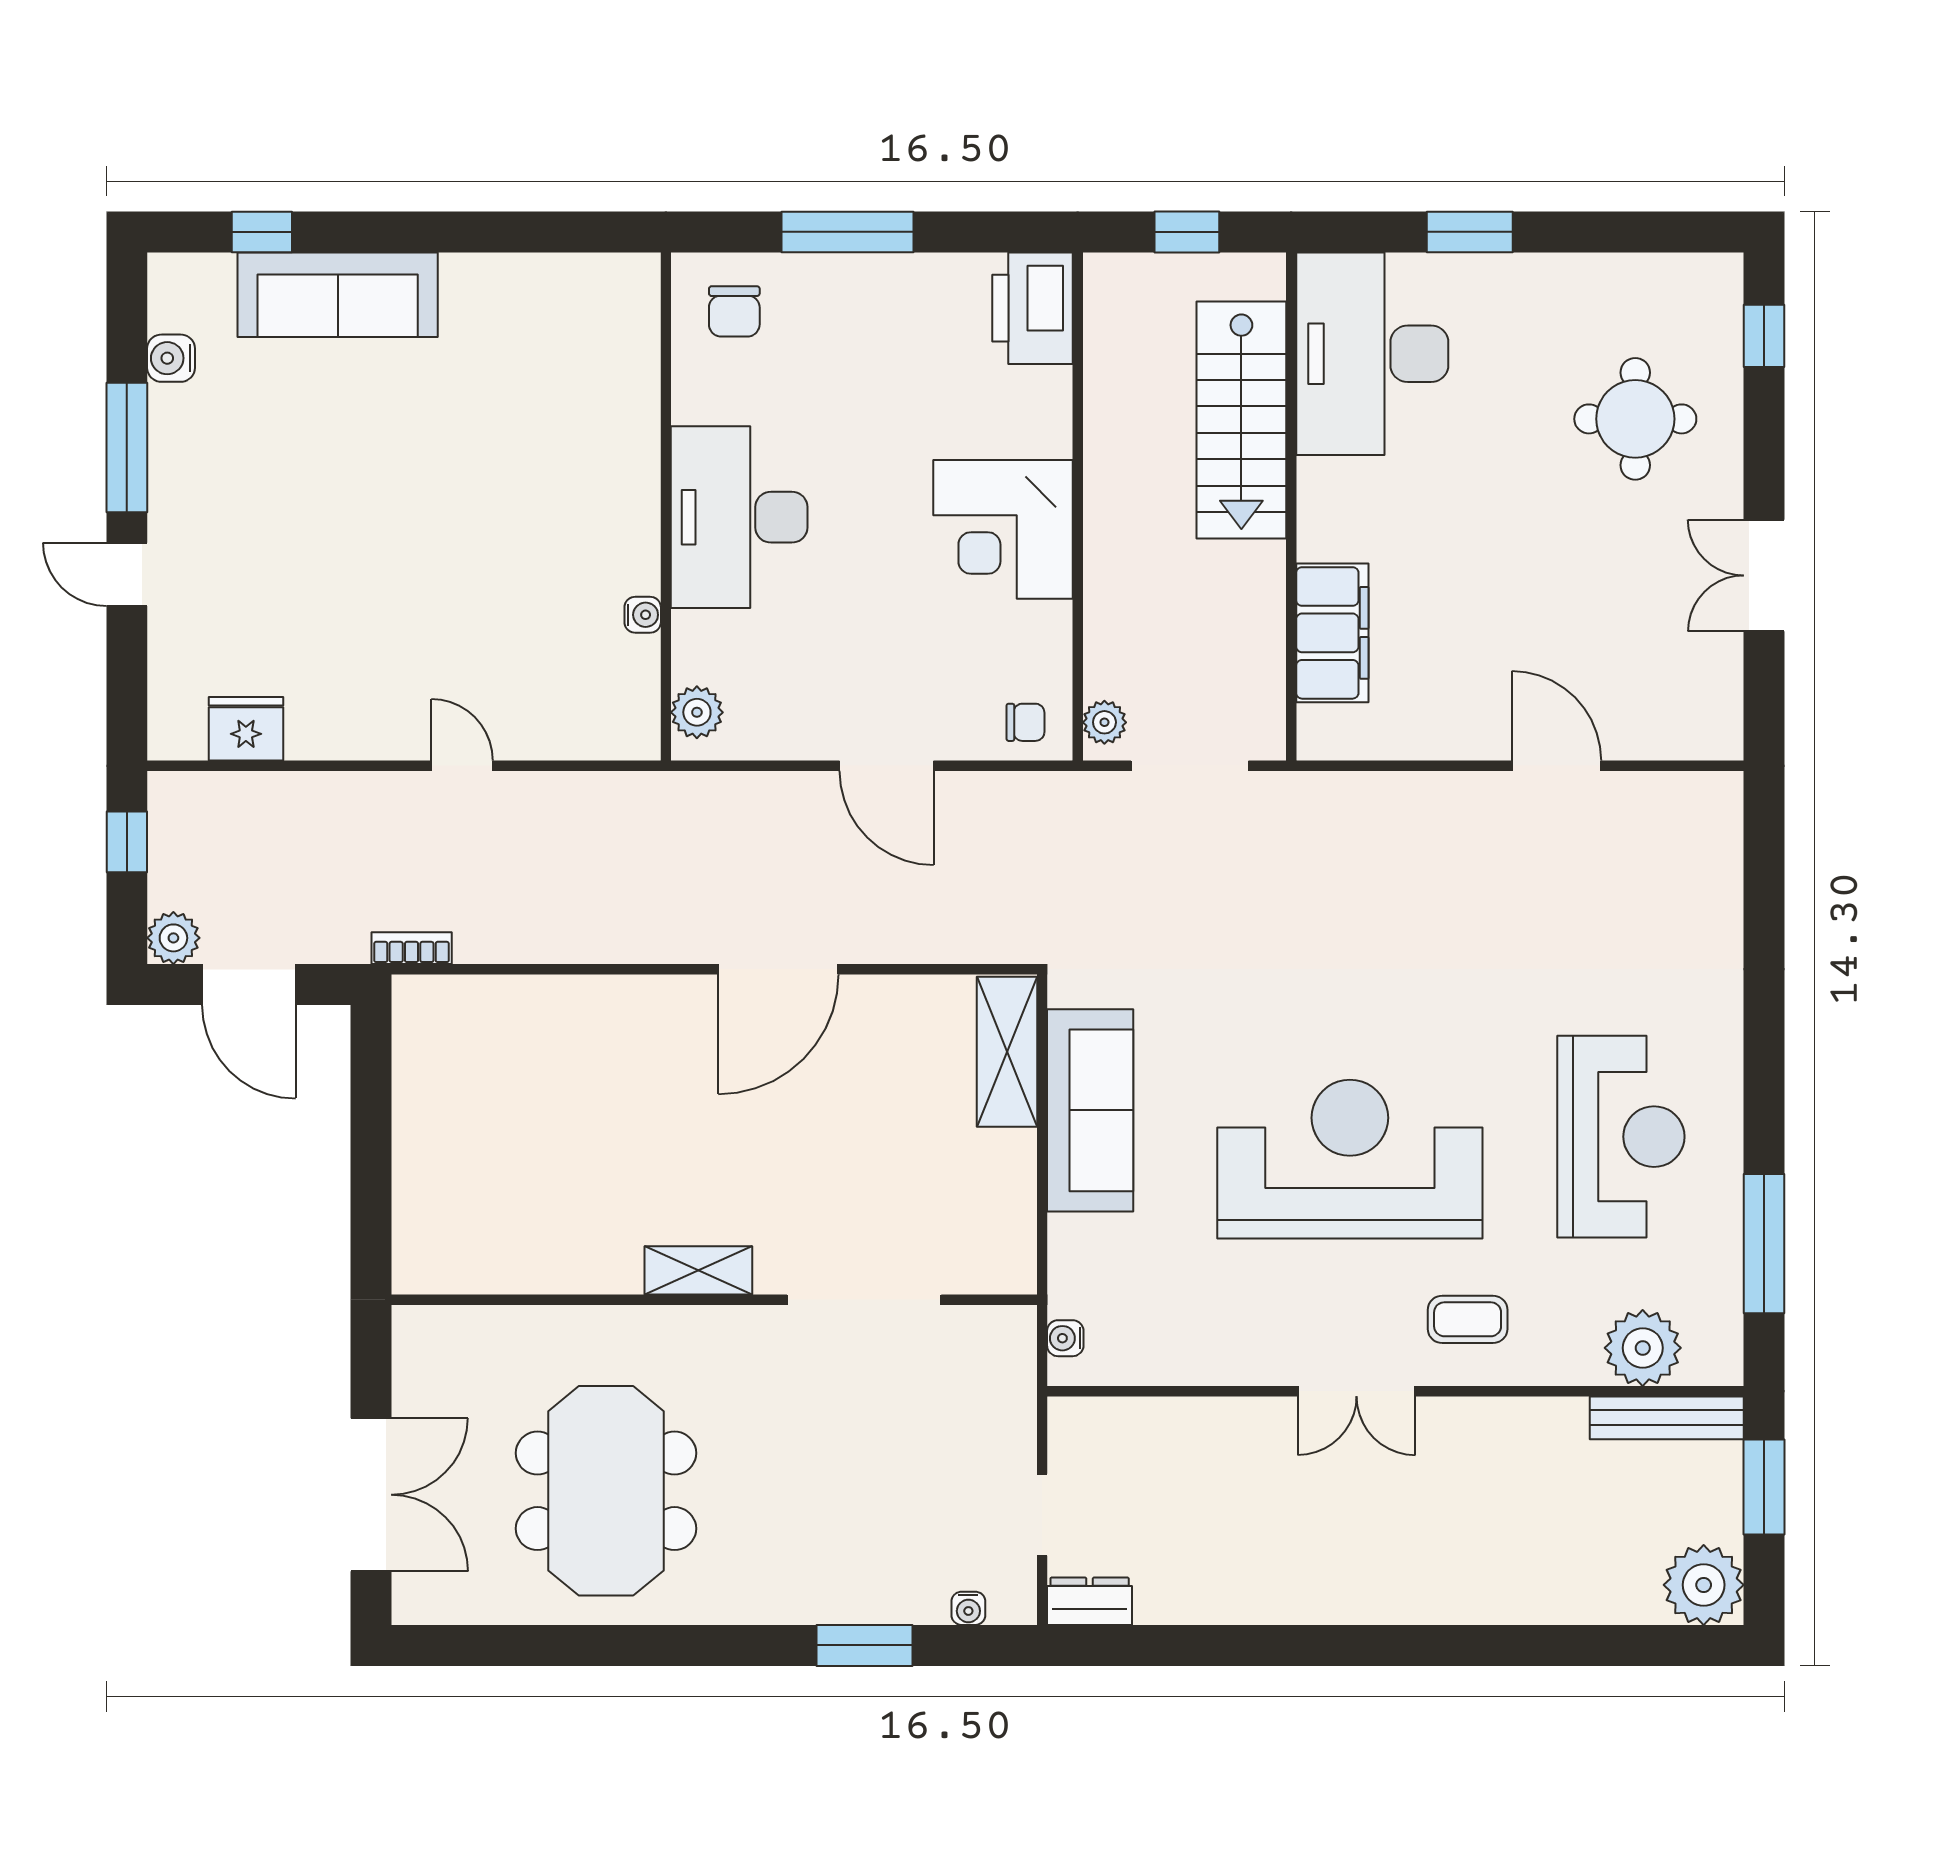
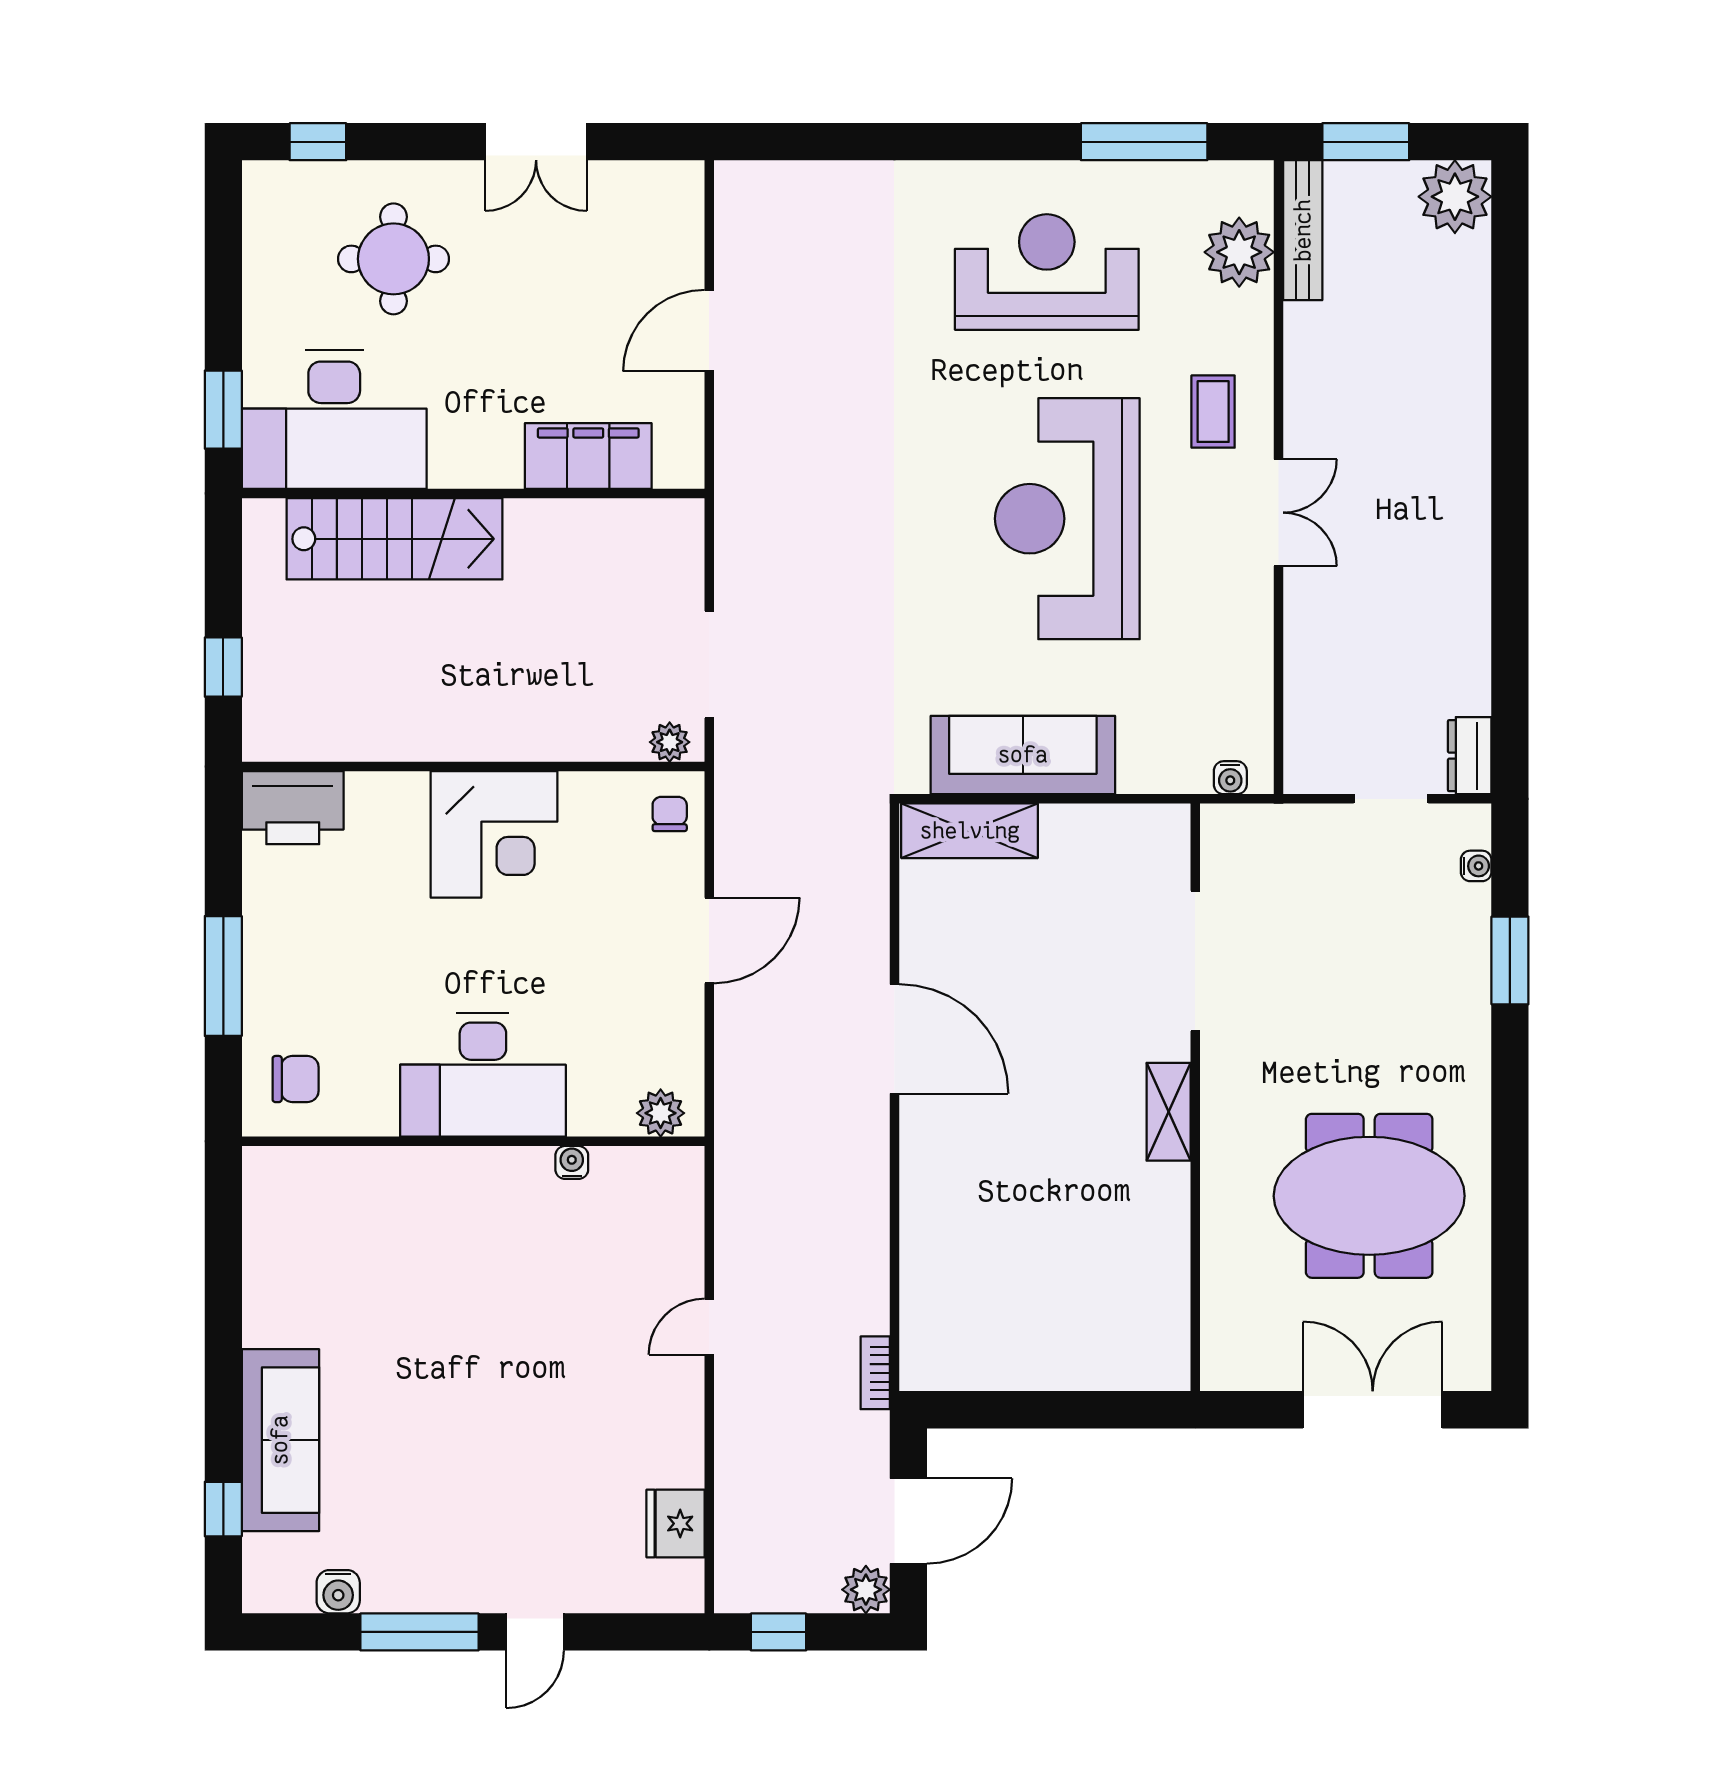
desk: (1372, 354) -> (334, 420), moved
stairs: (1241, 420) -> (394, 539), moved
wall: (1291, 507) -> (473, 493), moved
filing cabinet: (1332, 633) -> (588, 456), moved

